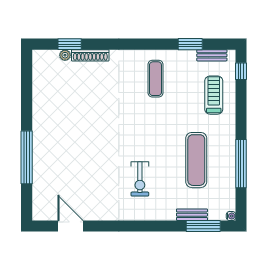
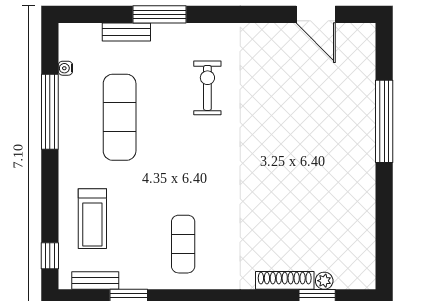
water cooler: (231, 216) -> (65, 68), moved
window: (203, 226) -> (159, 14), moved

